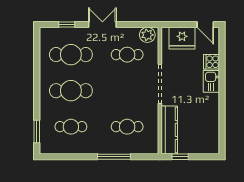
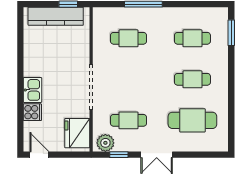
window: (67, 24) -> (119, 155), moved
fridge: (182, 38) -> (77, 133), moved, turned -90
cafe table: (71, 91) -> (192, 79), width x0.73, depth x0.74
kitchen counter: (169, 130) -> (56, 16), moved, turned -90

